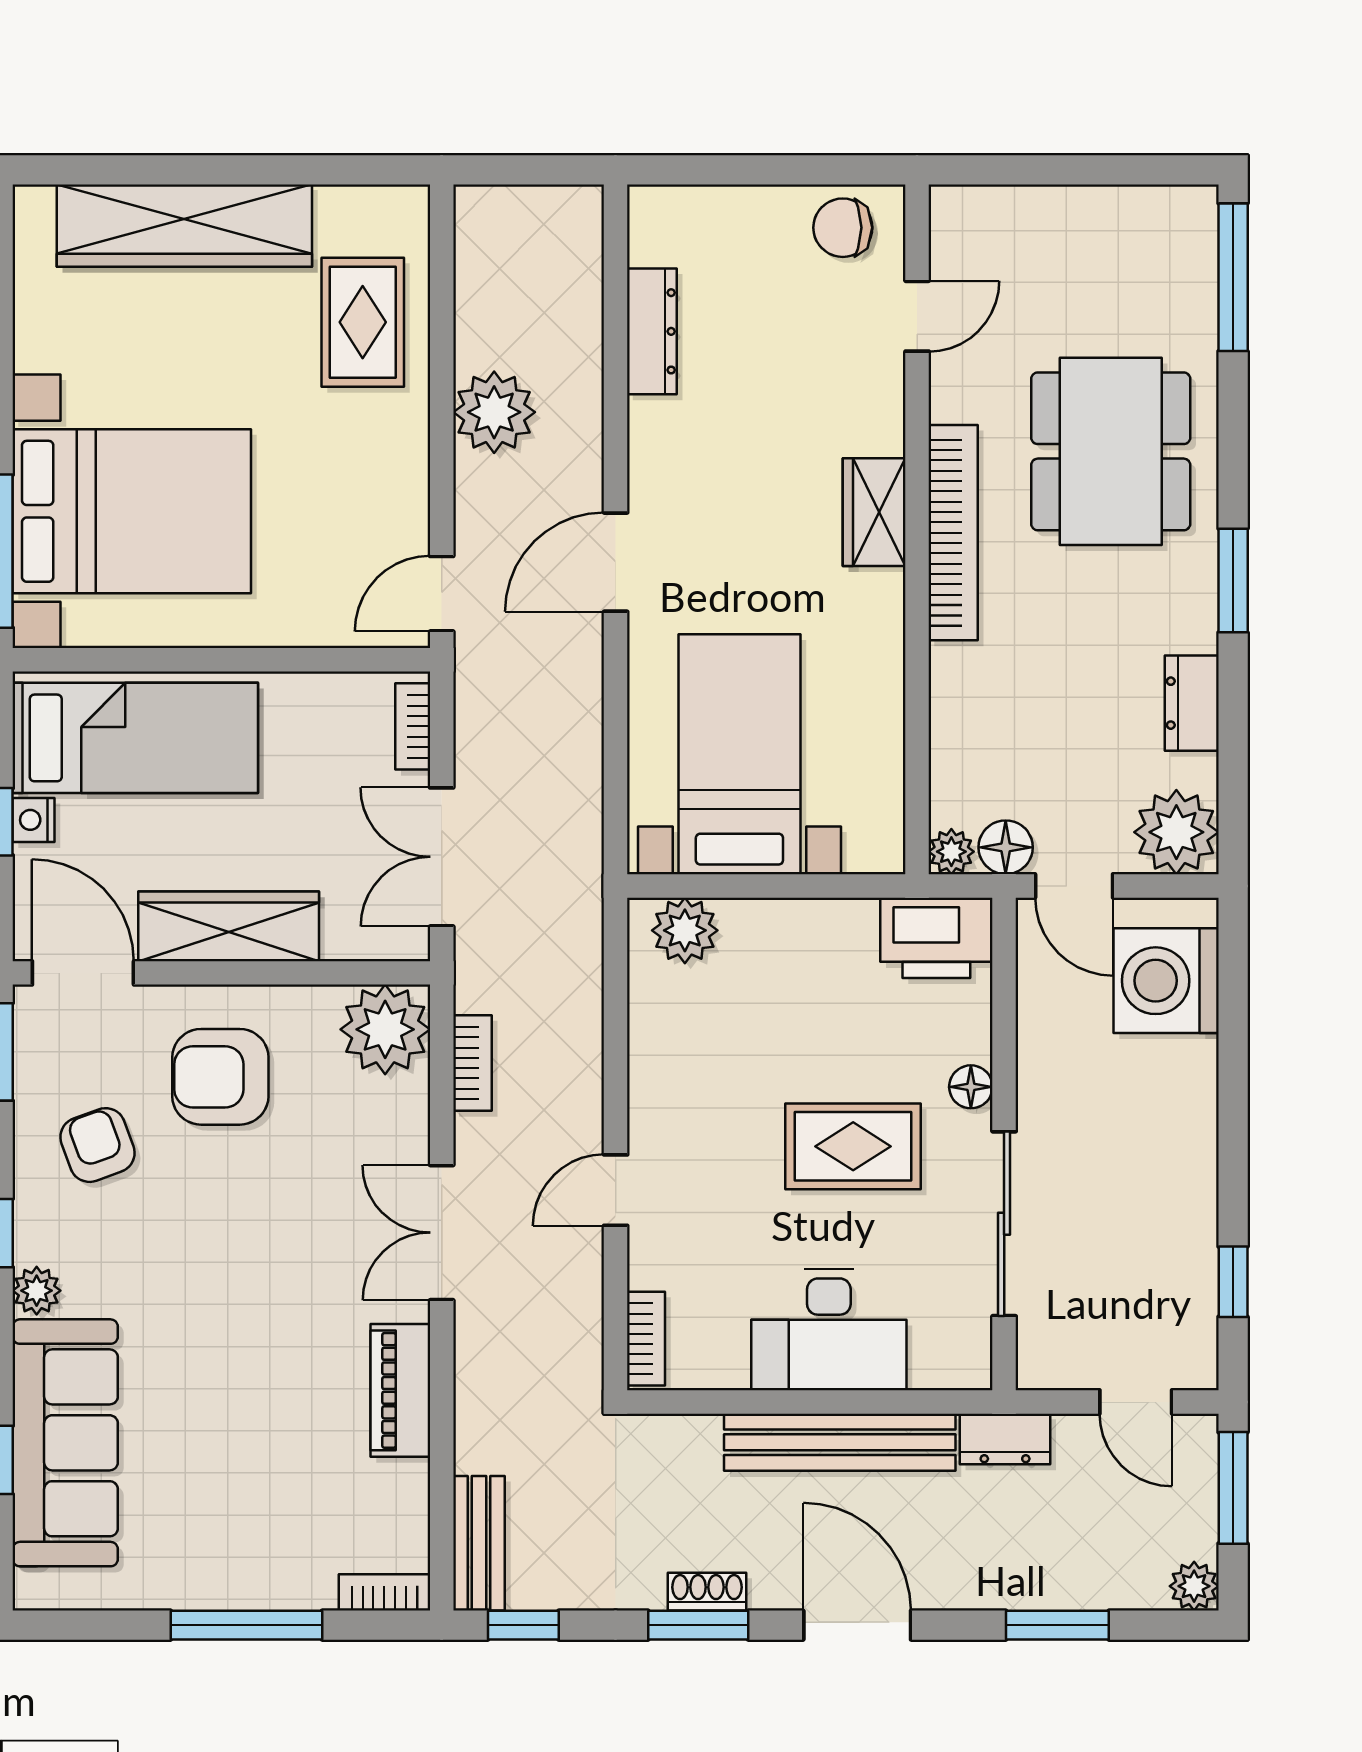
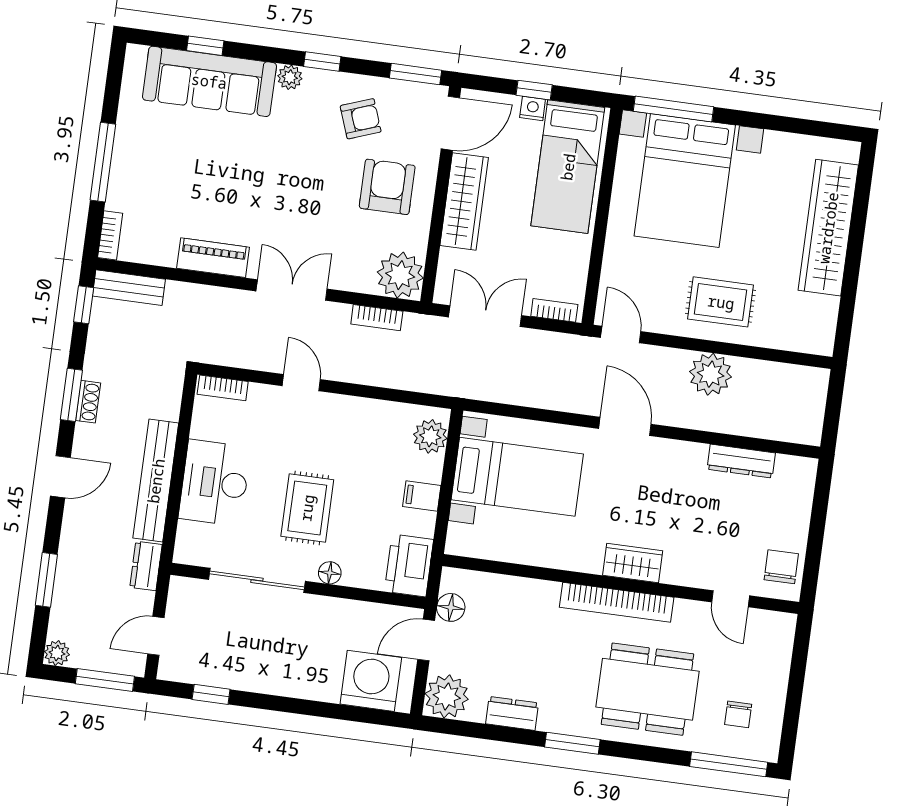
chair: (1135, 272) -> (738, 714), added
rug: (363, 322) -> (721, 302), moved
plant: (951, 852) -> (452, 579), removed
filing cabinet: (801, 931) -> (422, 496), added
door: (857, 1625) -> (60, 477), width x0.73

